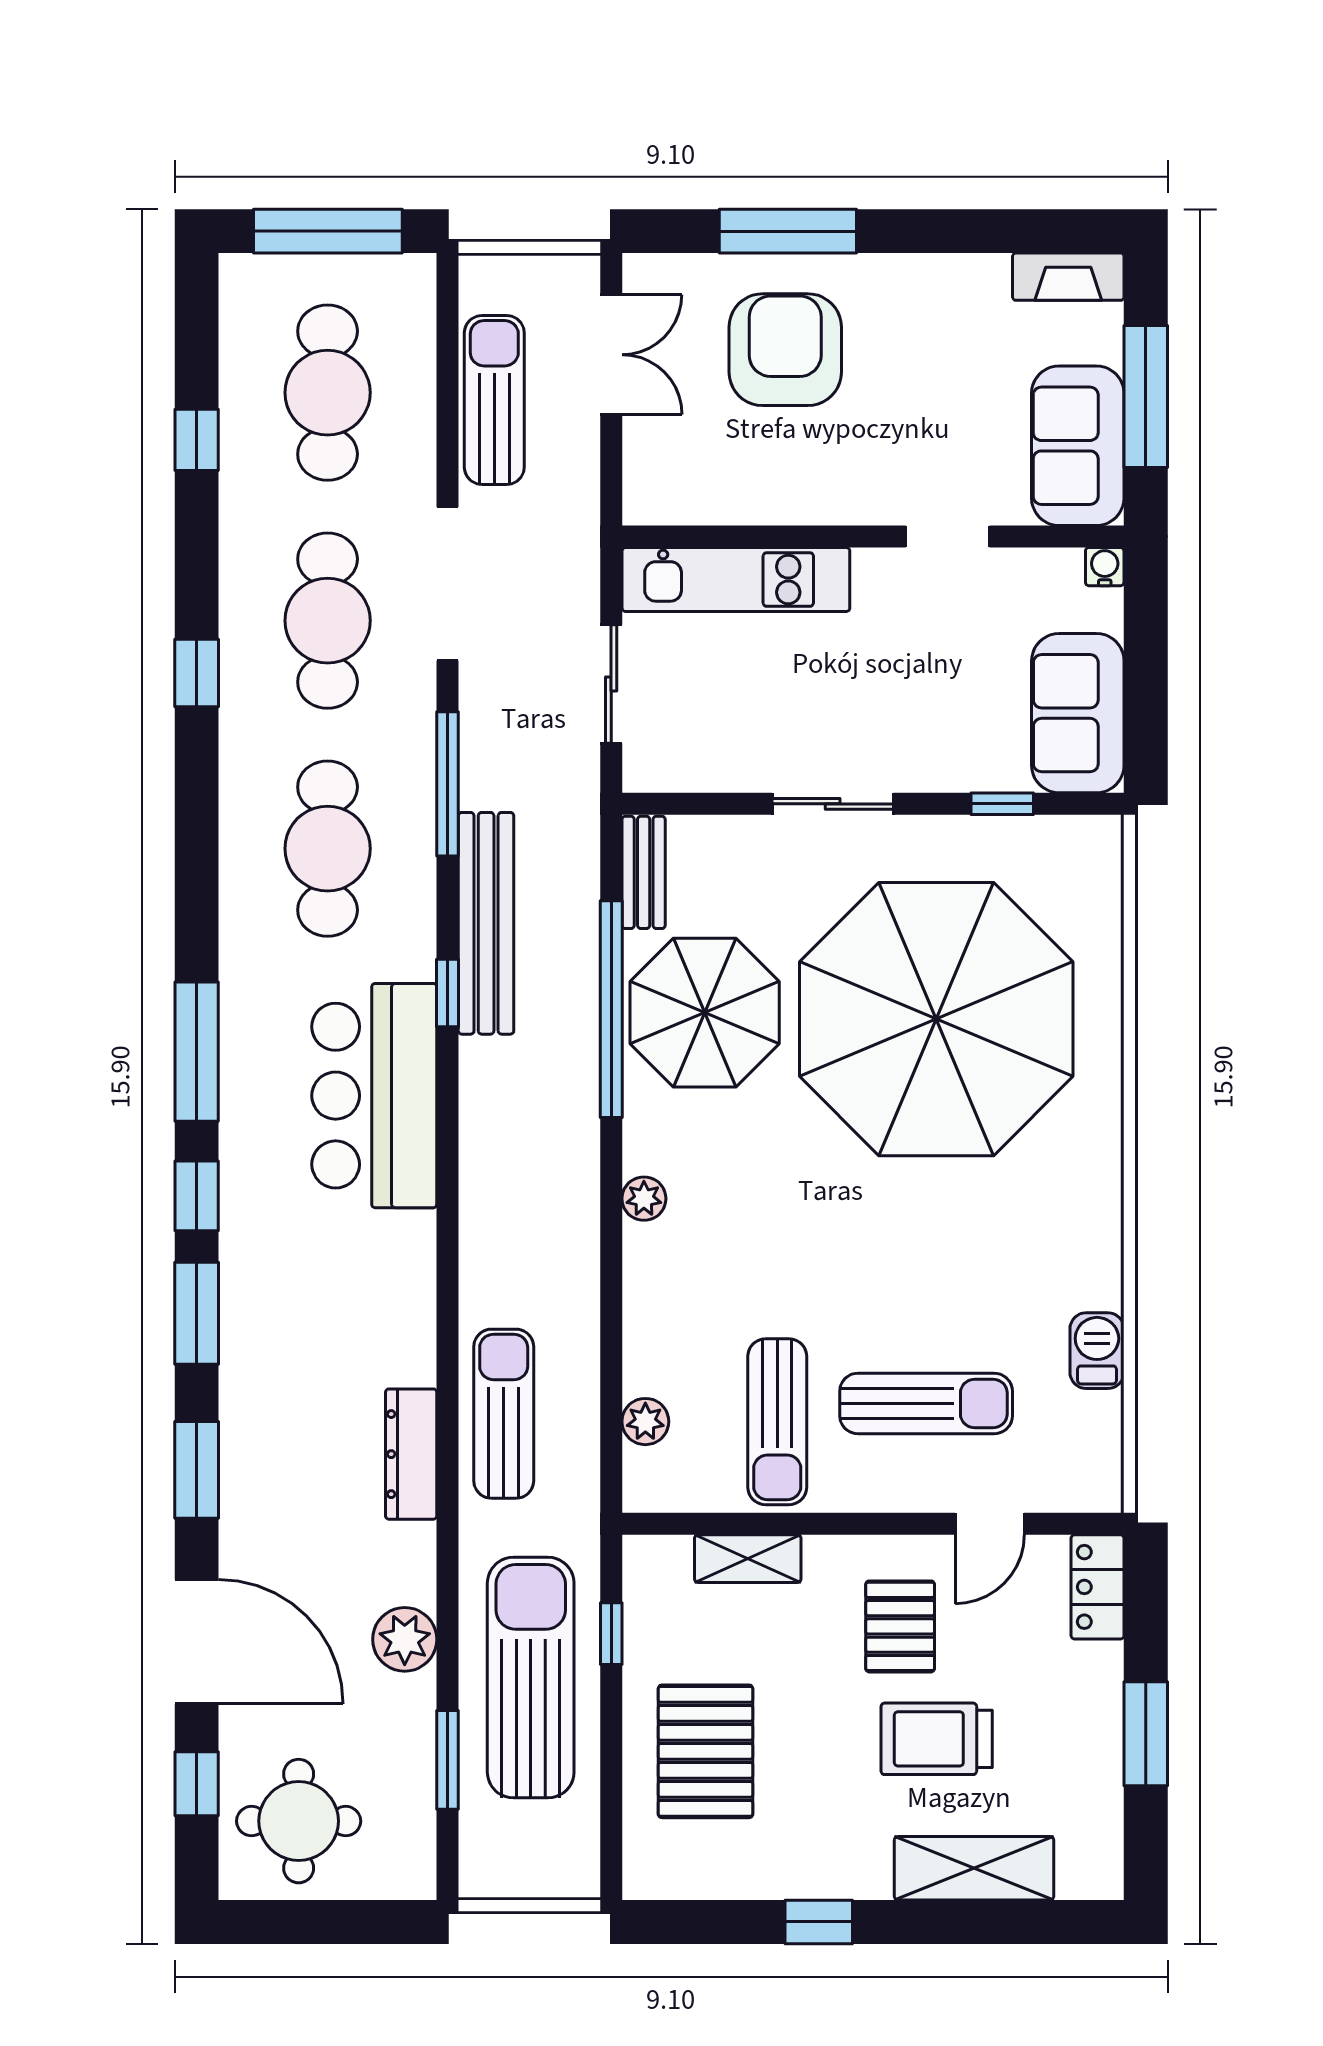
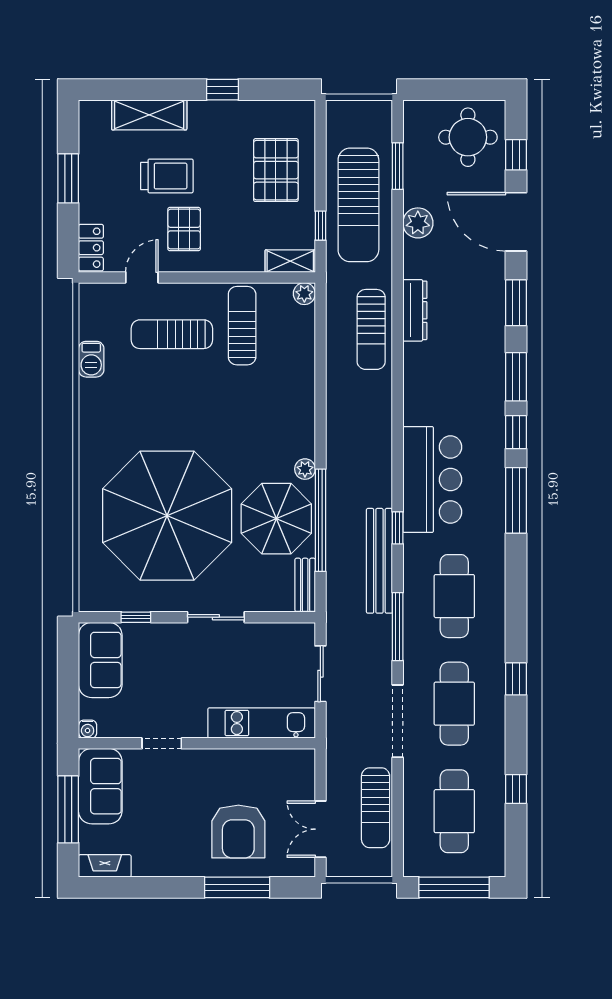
plant: (644, 1199) -> (305, 469), moved
plant: (645, 1422) -> (304, 294), moved
shelving: (748, 1559) -> (290, 261), moved

